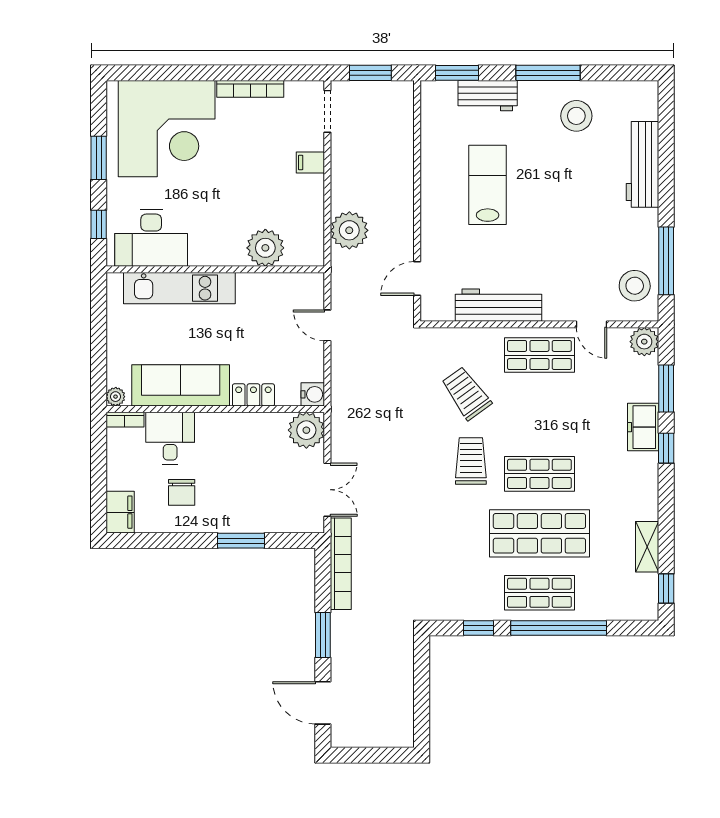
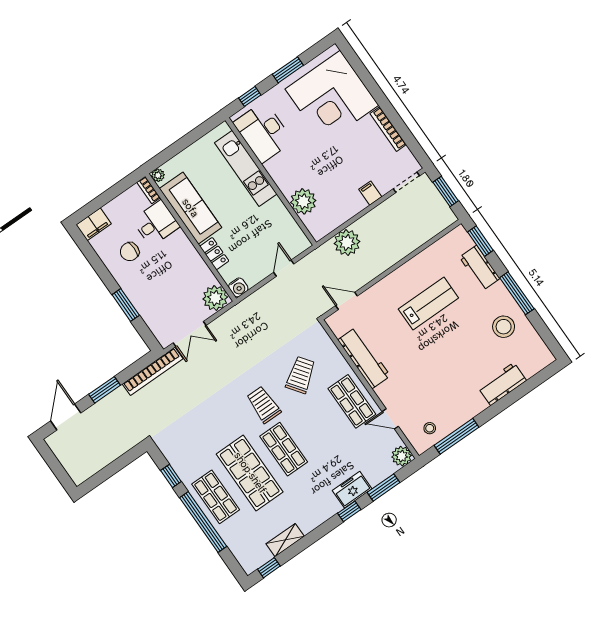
workbench: (642, 164) -> (502, 384), width x0.73
stool: (635, 286) -> (430, 428), width x0.53, depth x0.53
door: (592, 324) -> (390, 419), hinge flipped
trolley: (471, 461) -> (264, 405), turned -90

